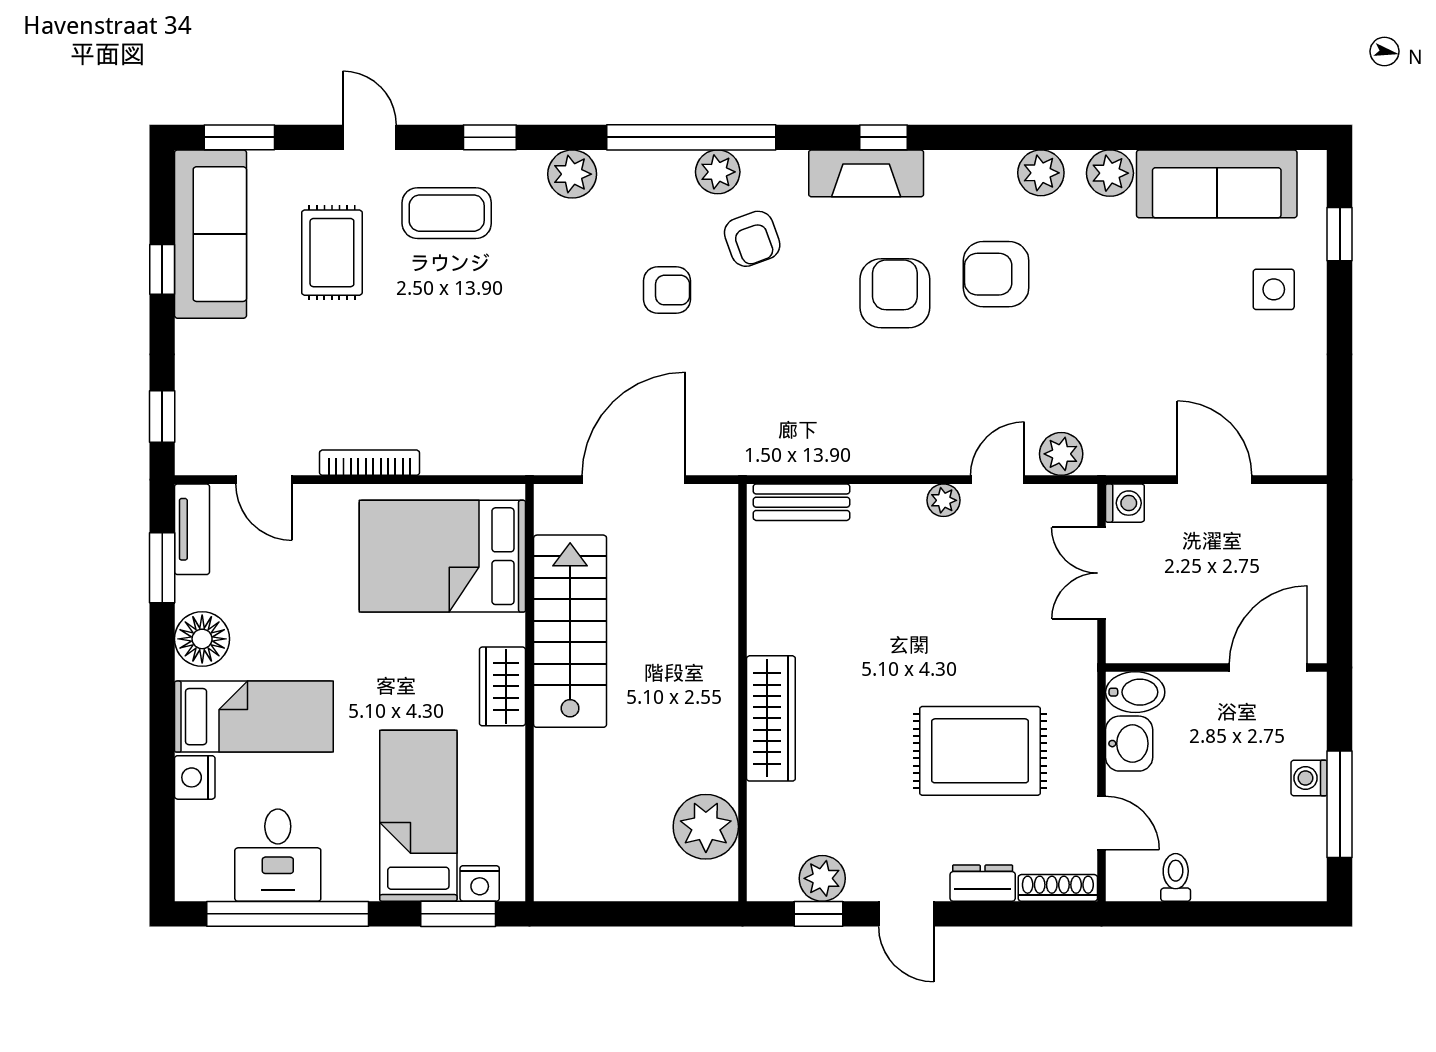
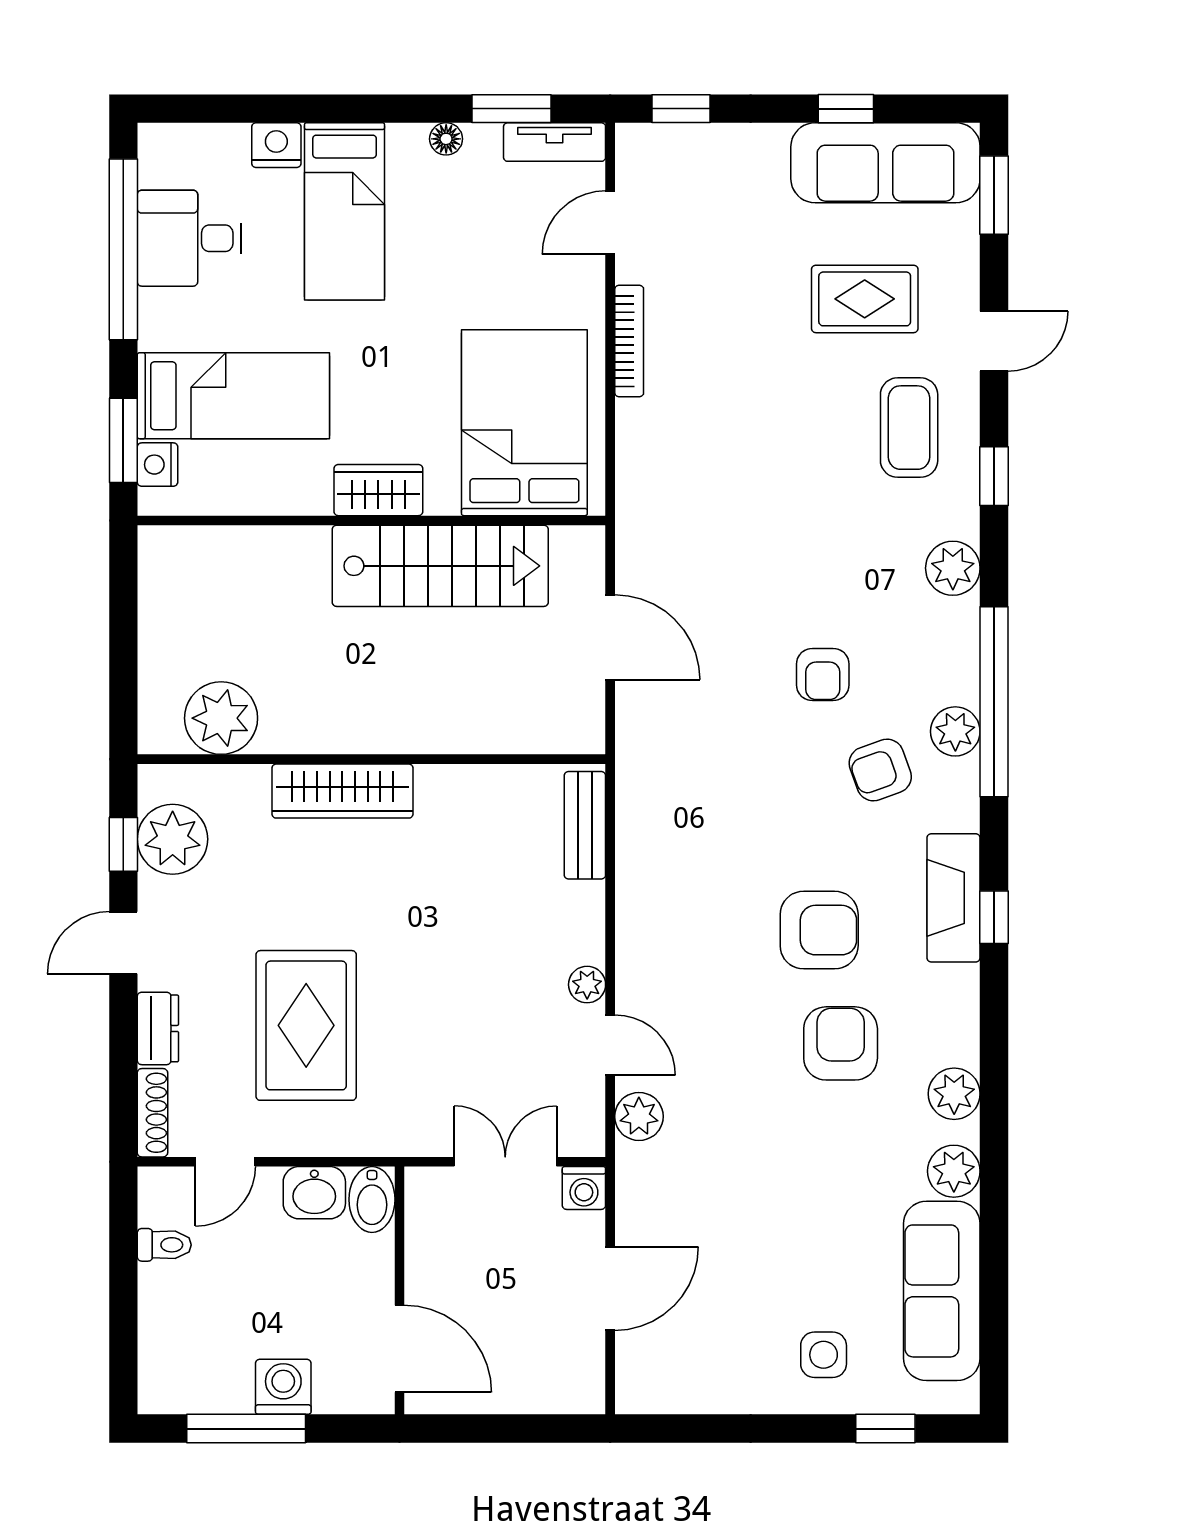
door: (634, 480) -> (610, 637), width x0.73
floor lamp: (202, 639) -> (446, 139), width x0.53, depth x0.53
washing machine: (1309, 778) -> (283, 1387), width x1.38, depth x1.38
plant: (822, 878) -> (173, 839), width x1.36, depth x1.36

